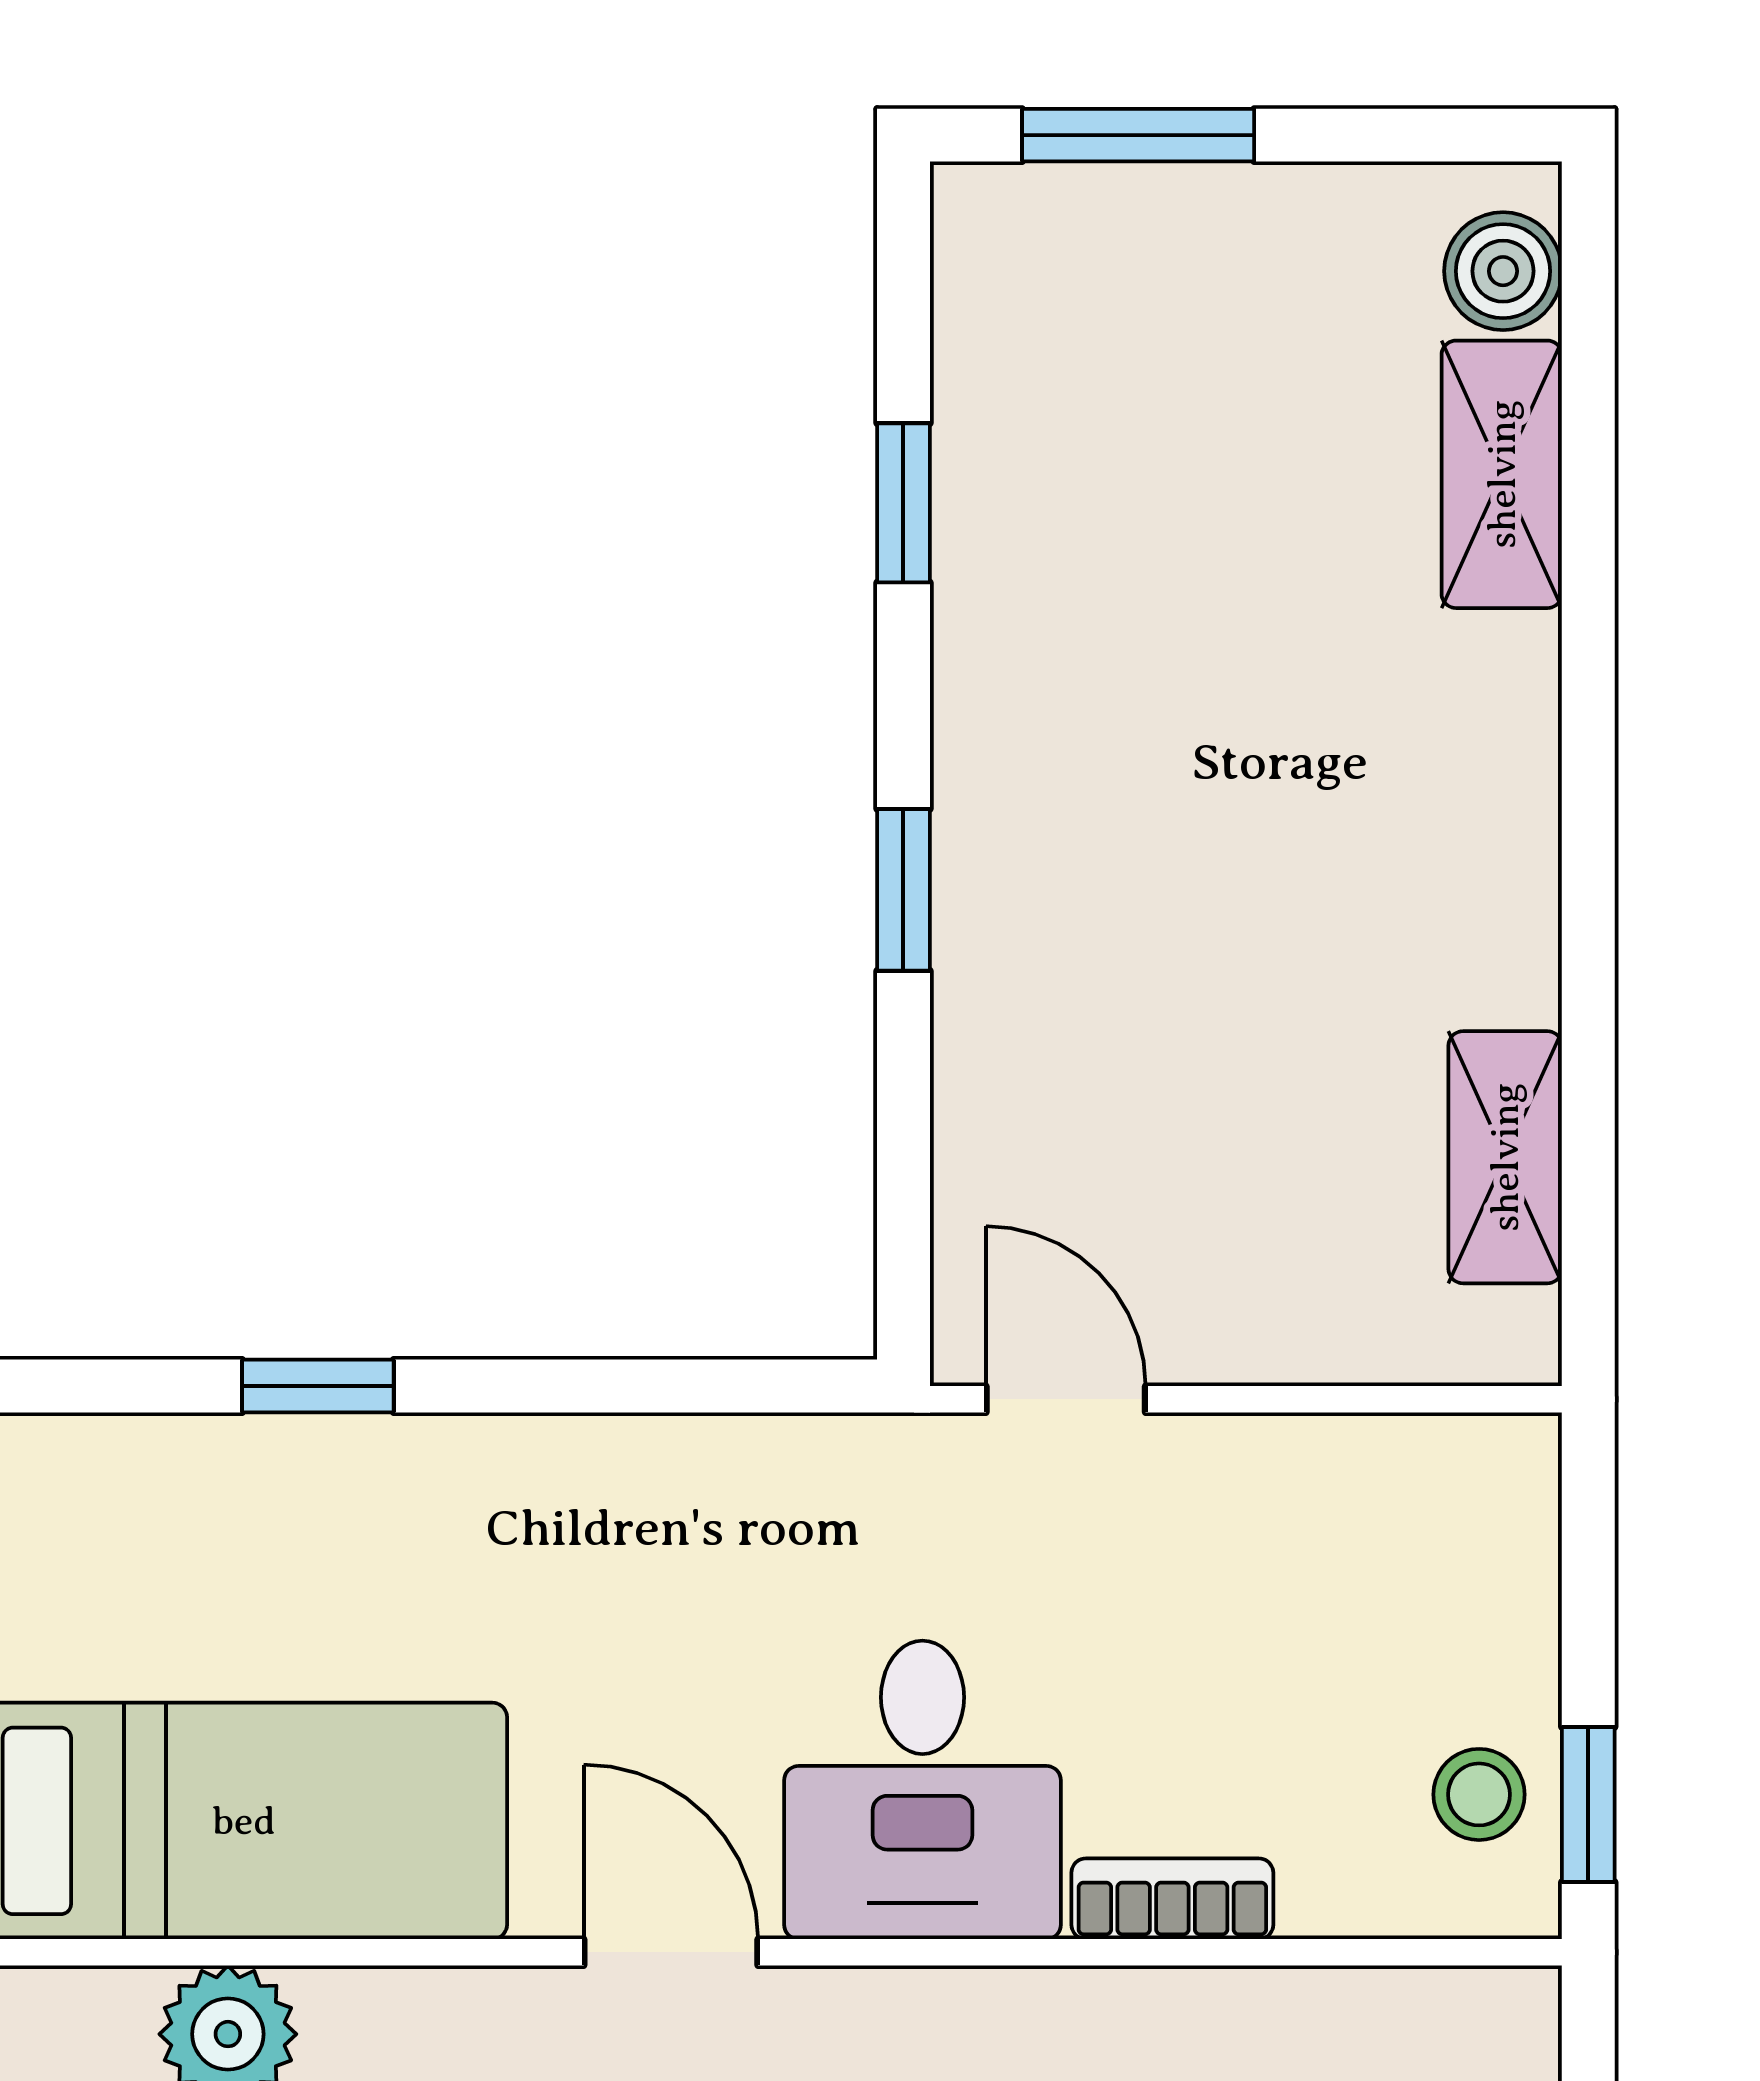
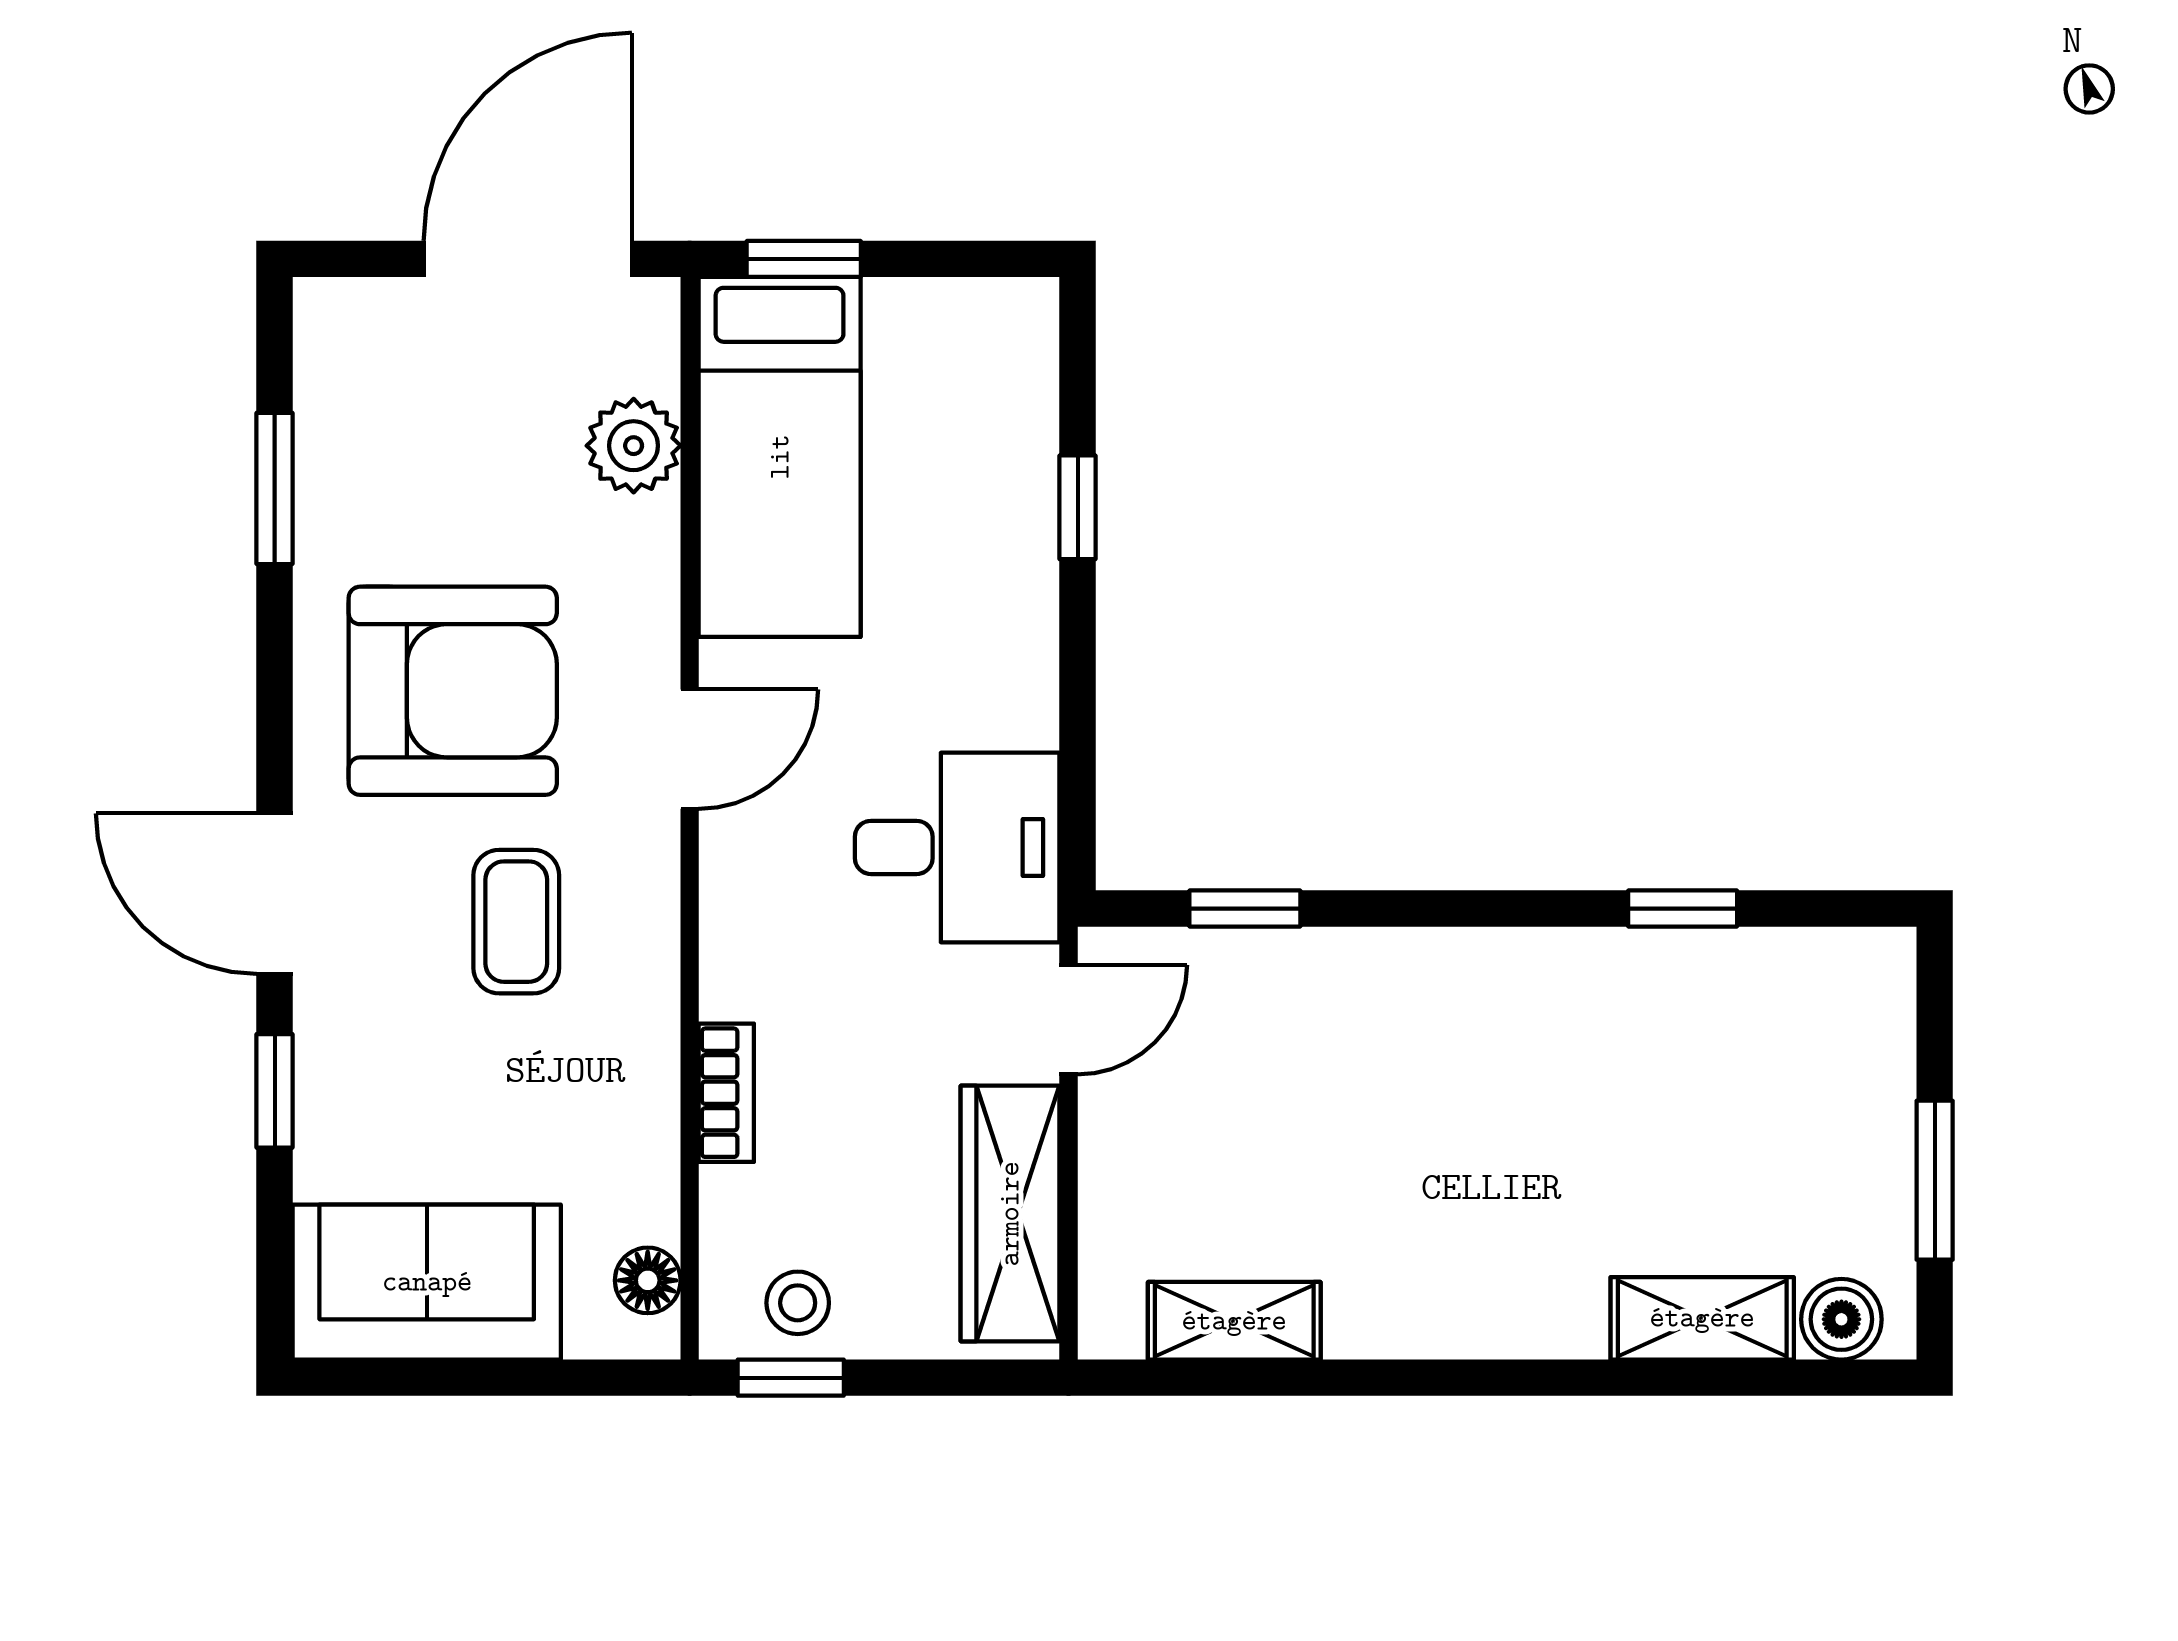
window: (1138, 135) -> (1935, 1180), moved
window: (903, 890) -> (1245, 909), moved
wardrobe: (1349, 1484) -> (1010, 1214), added
desk: (922, 1790) -> (957, 847), moved, turned 180
floor lamp: (1446, 2013) -> (648, 1280), added

